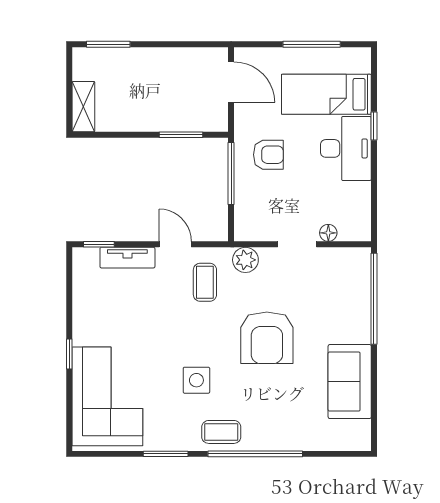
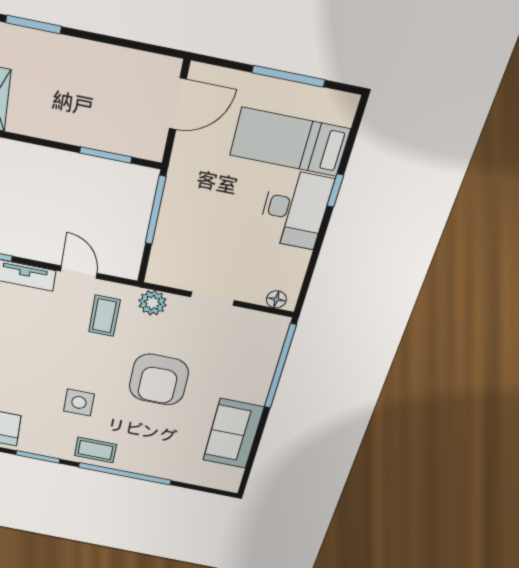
door: (231, 82) -> (178, 104), hinge flipped
armchair: (268, 155) -> (203, 198), removed
floor lamp: (328, 233) -> (276, 299), moved

